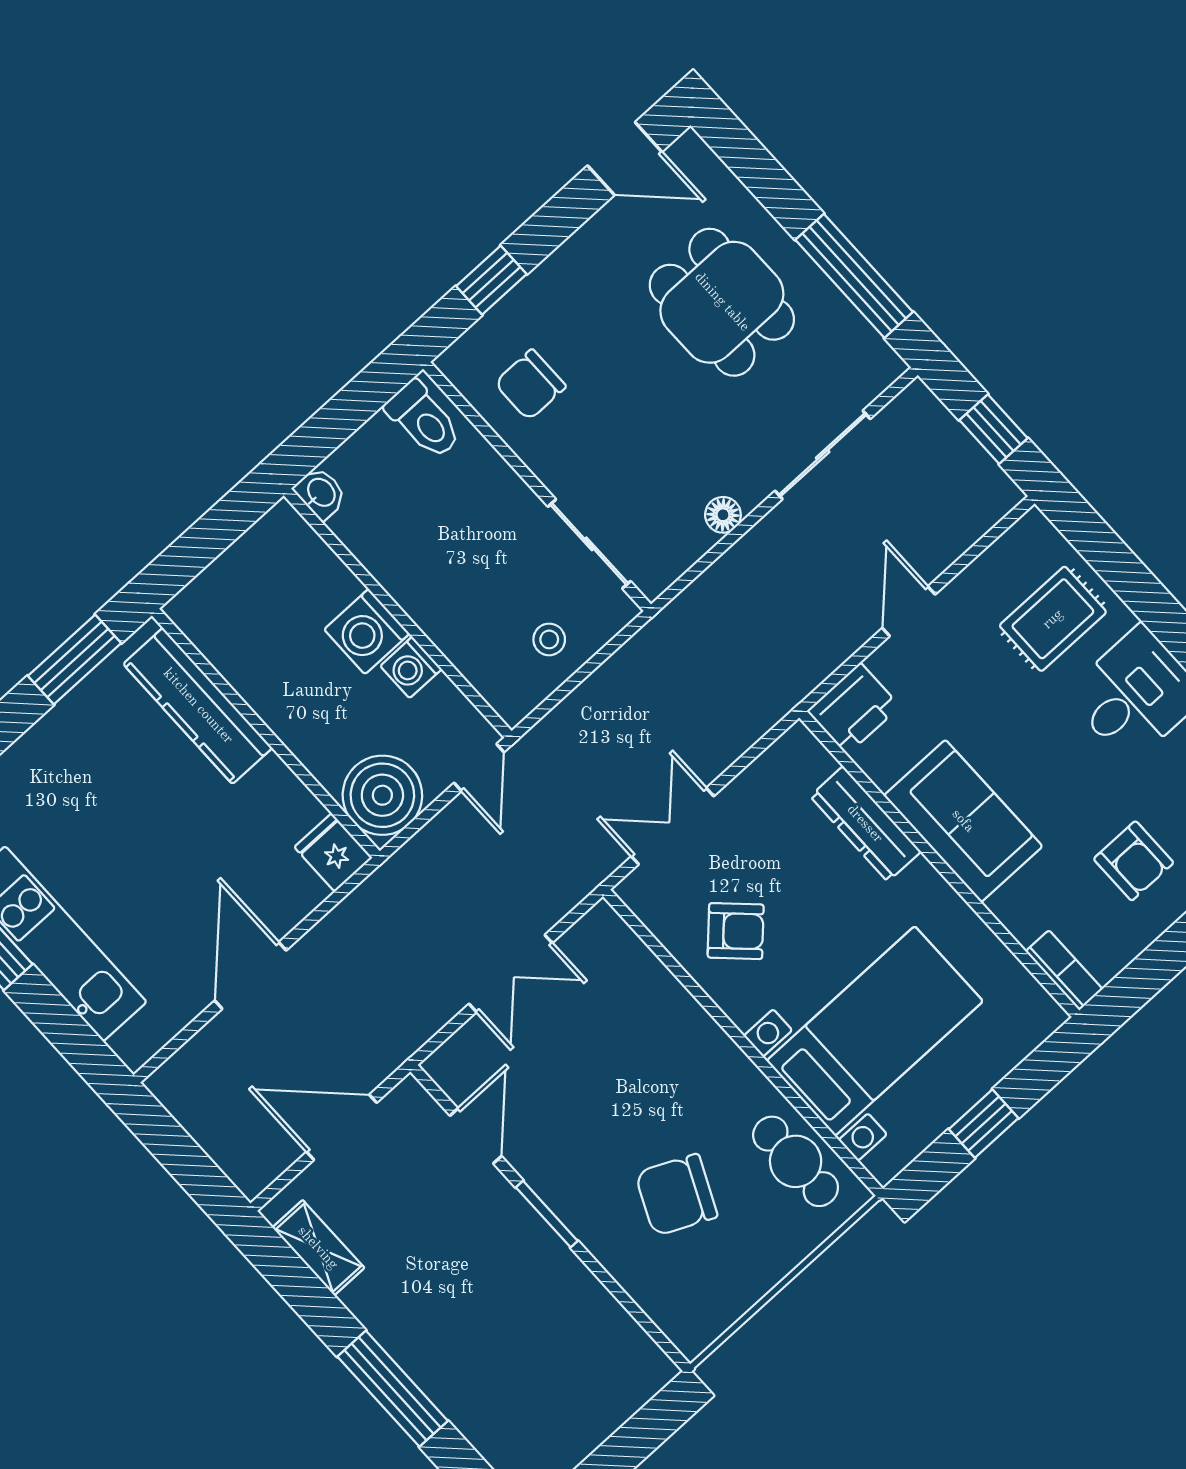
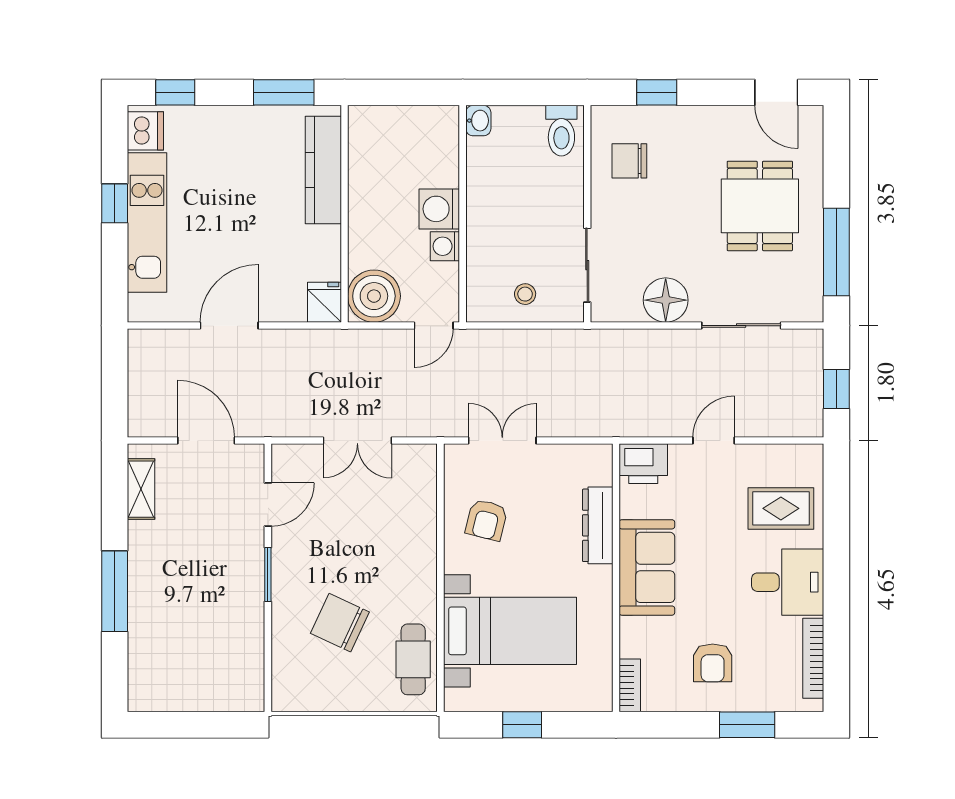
floor lamp: (723, 515) -> (666, 300), width x1.89, depth x1.89
armchair: (736, 931) -> (486, 520), turned 60

